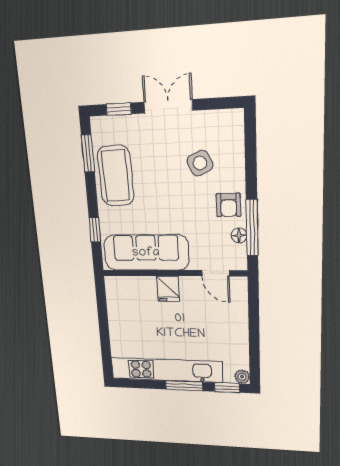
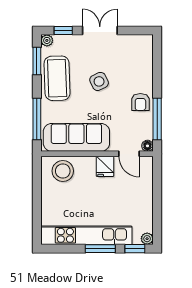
plant: (98, 124) -> (47, 40), added
side table: (200, 163) -> (99, 81), moved
window: (95, 230) -> (37, 119), width x2.17
floor lamp: (239, 235) -> (147, 146), moved
fridge: (168, 289) -> (105, 166), moved
stool: (132, 294) -> (63, 171), added

